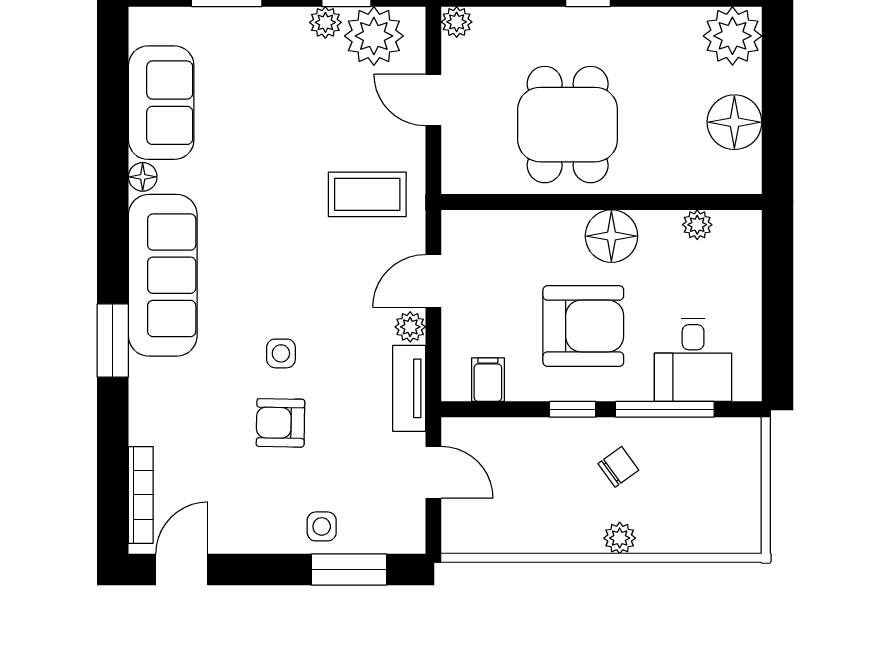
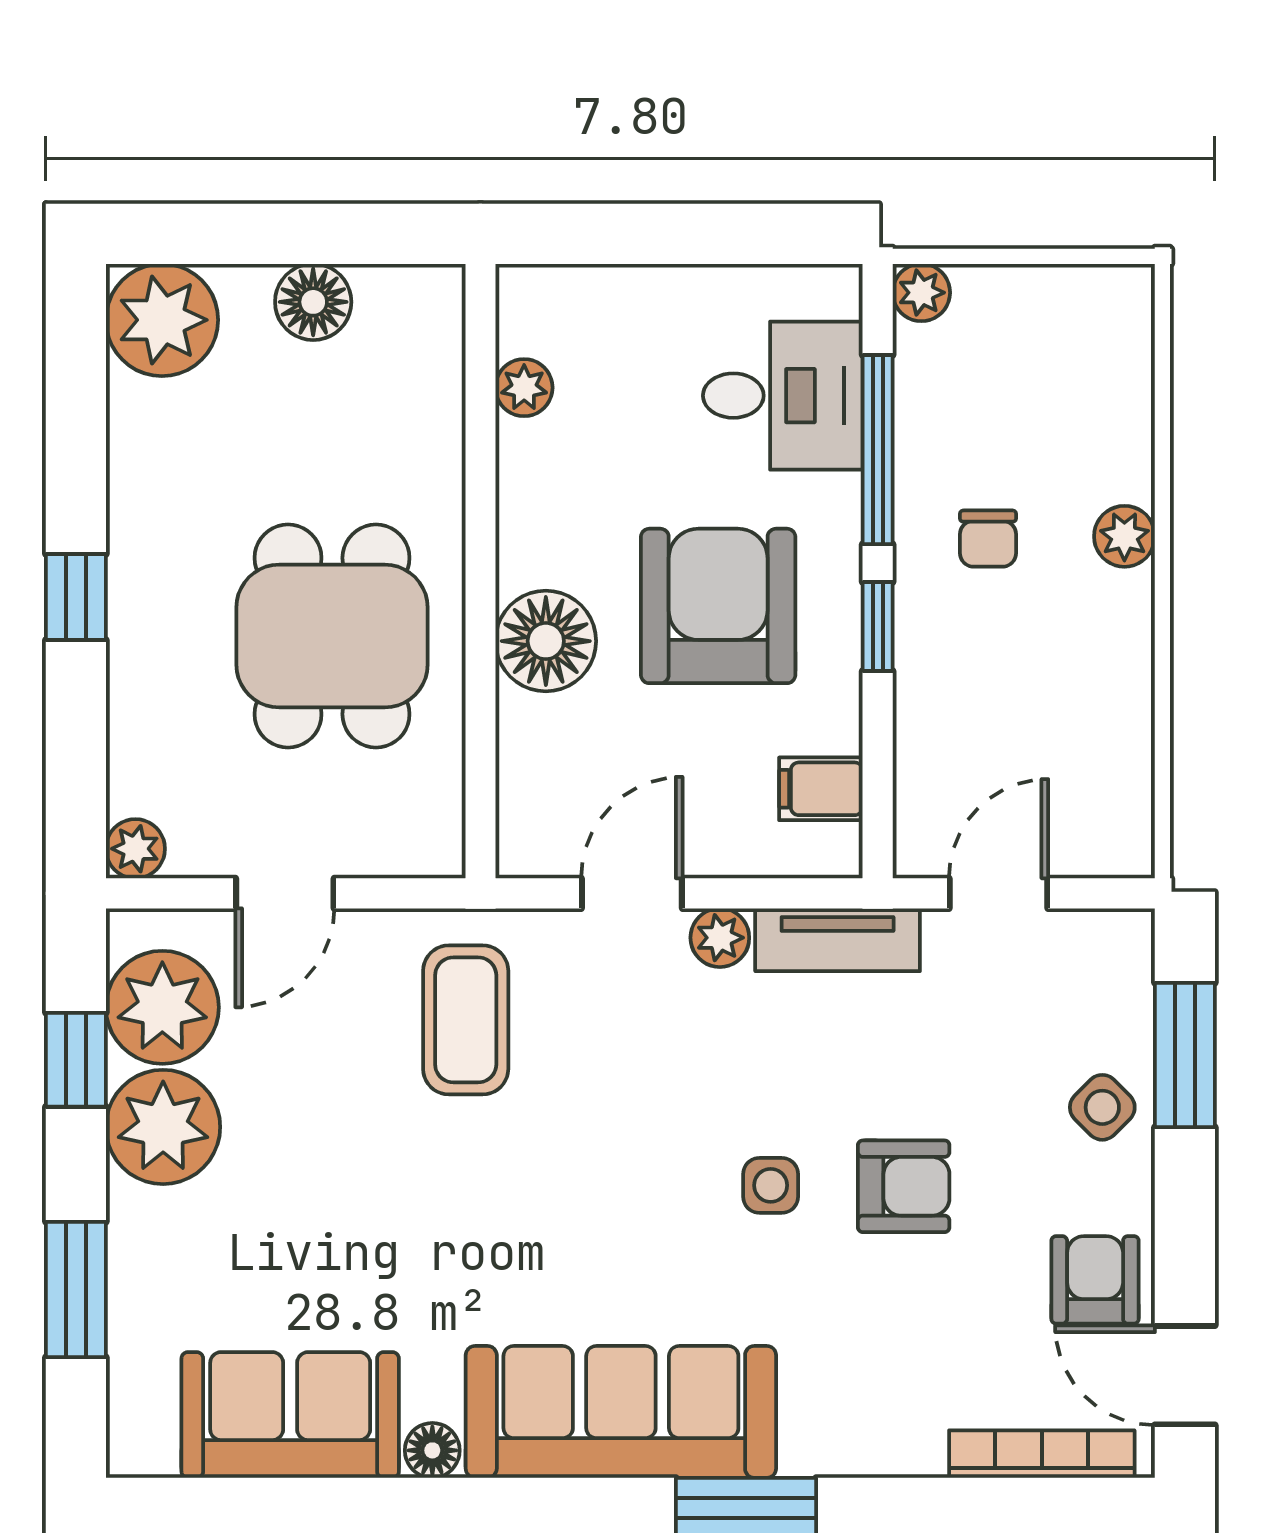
plant: (325, 22) -> (163, 1127), width x1.88, depth x1.88
floor lamp: (734, 122) -> (313, 302), width x0.73, depth x0.73
dining table: (568, 125) -> (332, 636), turned 90
floor lamp: (611, 236) -> (546, 641), moved
door: (433, 281) -> (632, 893), swing flipped
armchair: (280, 423) -> (904, 1186), turned -91
plant: (747, 432) -> (921, 293), added
chair: (618, 467) -> (988, 539), turned -144
armchair: (232, 523) -> (1095, 1280), added
side table: (322, 526) -> (1102, 1107), turned 45

